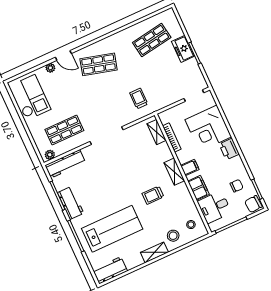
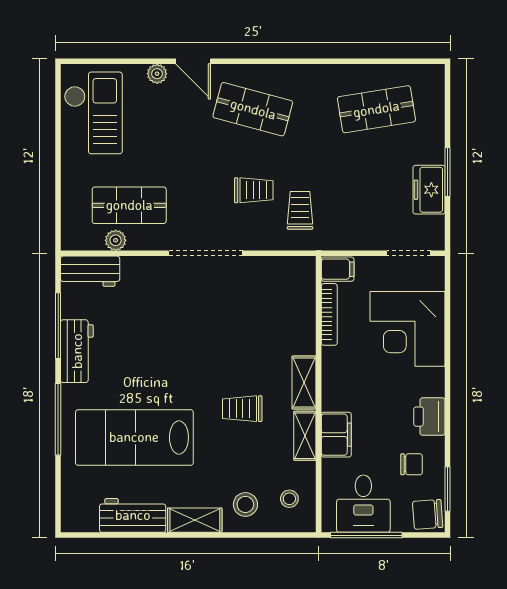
freezer: (183, 49) -> (429, 190), moved
trolley: (115, 99) -> (254, 190), added
shelving: (157, 132) -> (305, 436), moved
printer: (229, 149) -> (429, 417), moved
plant: (50, 155) -> (116, 240), moved
workbench: (65, 164) -> (90, 271), width x0.73
filing cabinet: (190, 167) -> (338, 269), moved
desk: (214, 207) -> (363, 504), moved, turned -90
lab bench: (112, 229) -> (134, 437), turned 180
workbench: (110, 270) -> (133, 515), moved

